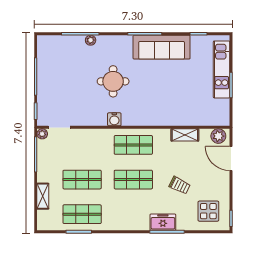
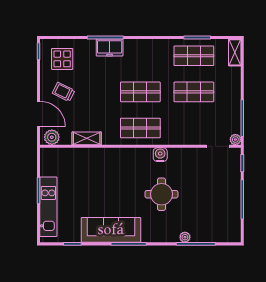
trolley: (180, 185) -> (64, 92), moved
shelving: (43, 196) -> (235, 52), moved

